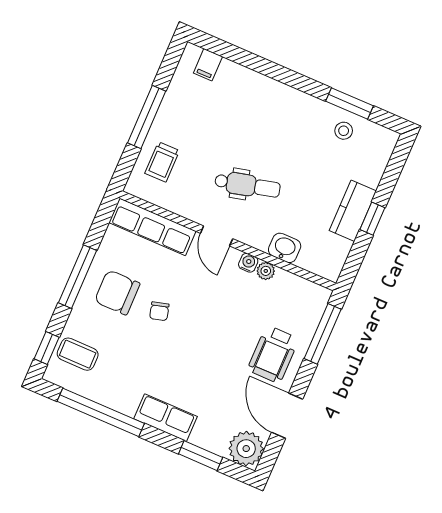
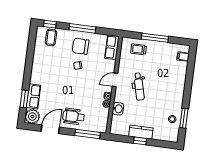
row of seats: (152, 227) -> (112, 47), width x0.68
chair: (117, 292) -> (81, 46), turned -89
window: (101, 412) -> (30, 54), removed
row of seats: (165, 418) -> (33, 96), moved

